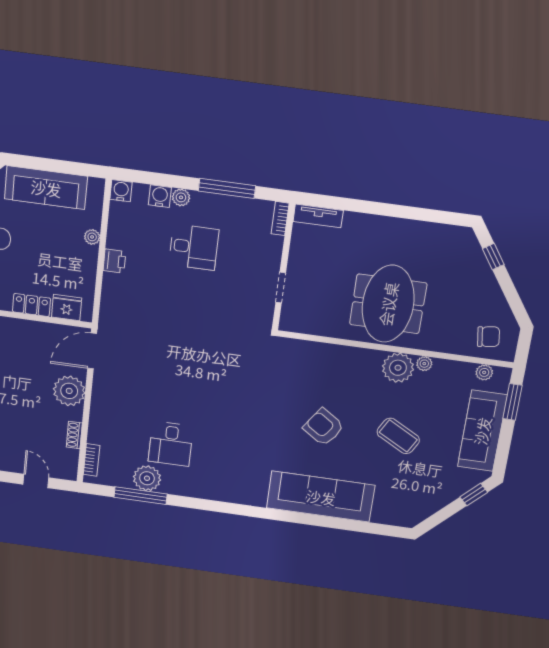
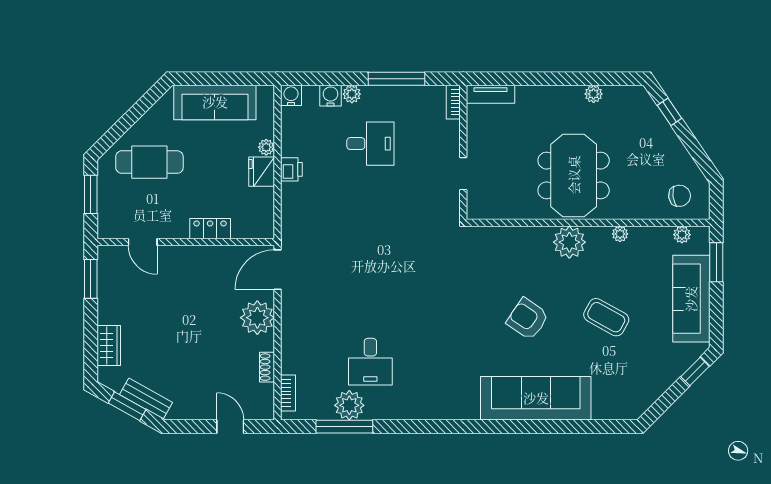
plant: (421, 229) -> (594, 94), added
fridge: (67, 308) -> (262, 172), moved, turned -90
plant: (398, 368) -> (569, 242), moved

